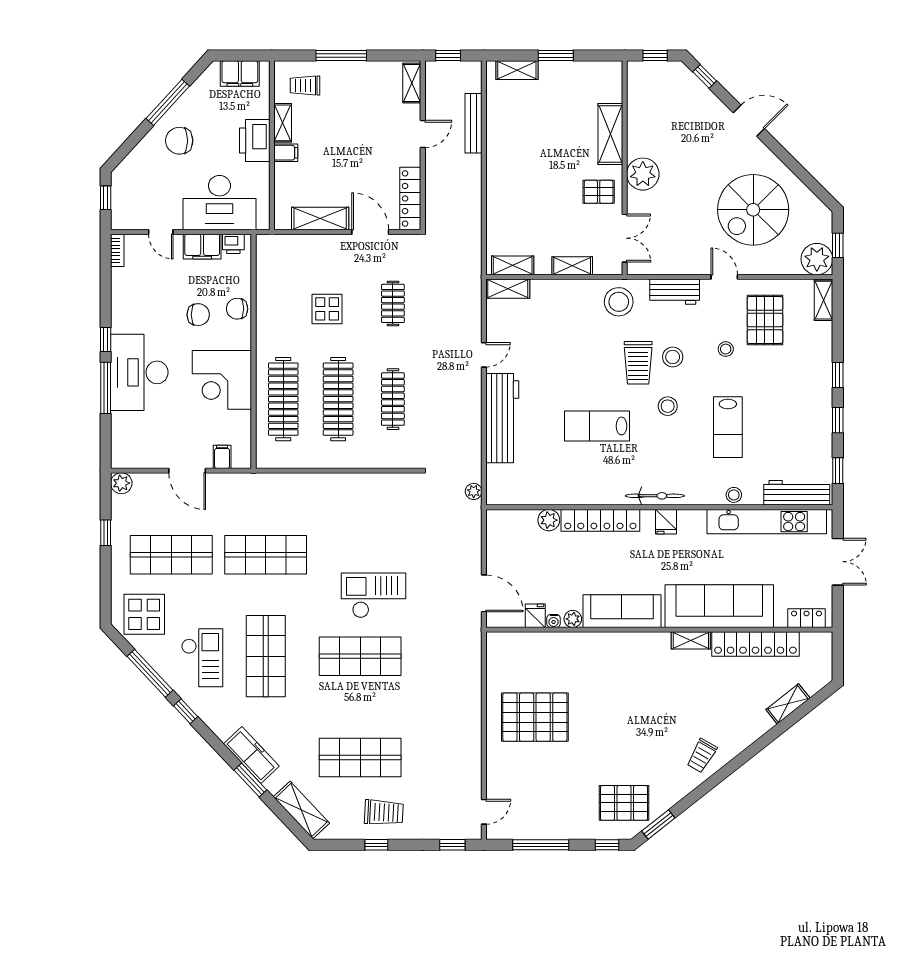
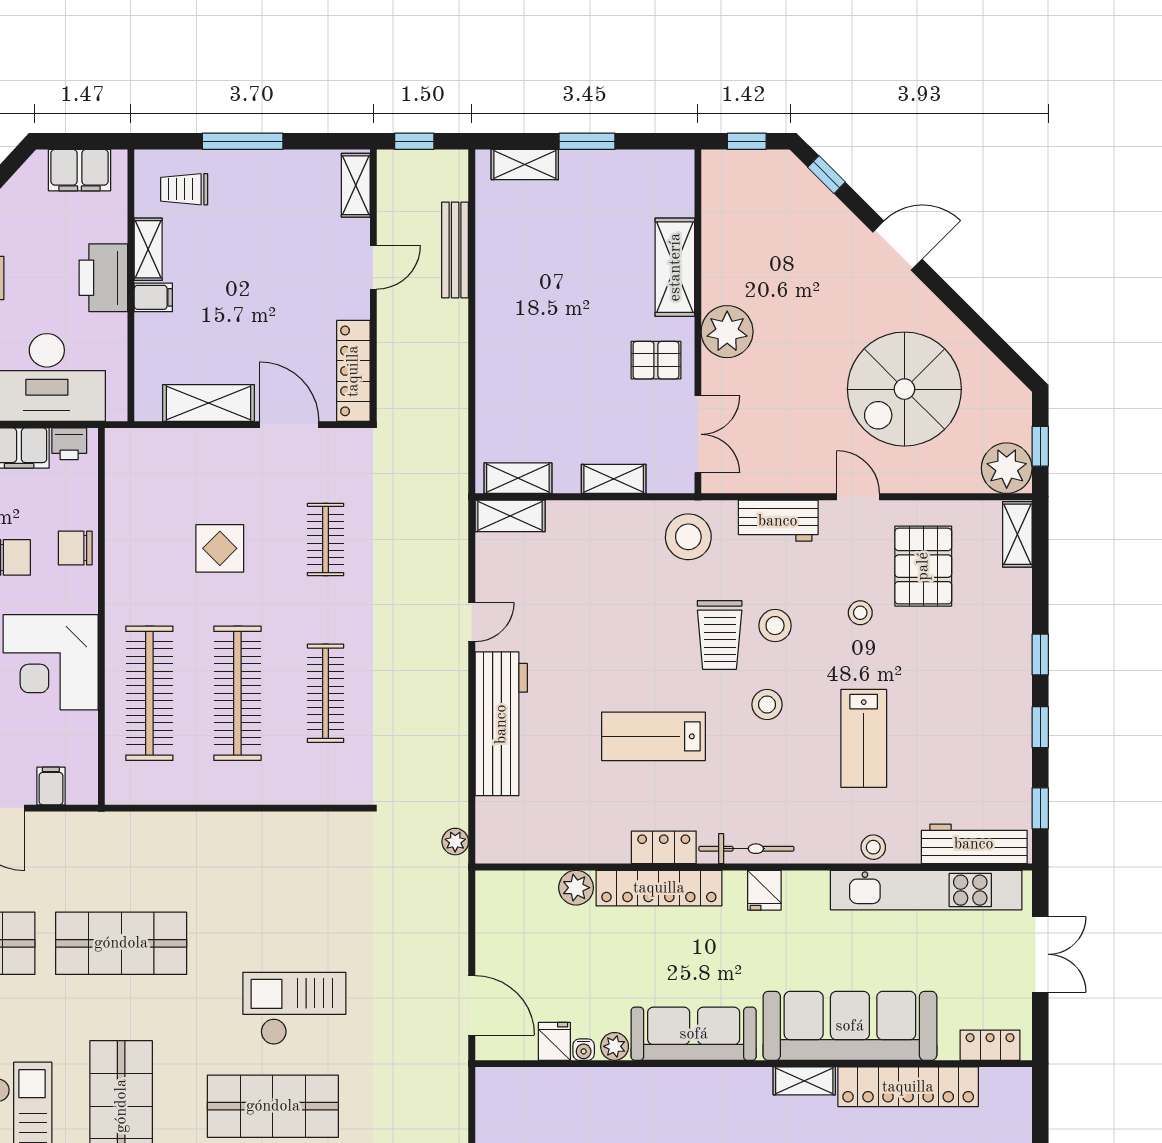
locker: (603, 495) -> (664, 847), added

